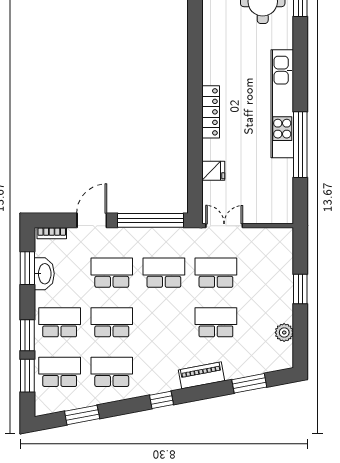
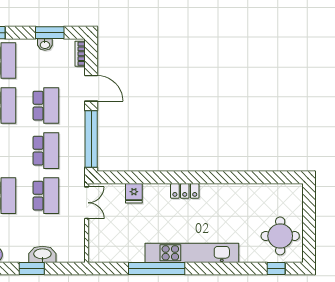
locker: (211, 112) -> (185, 191), width x0.66
washbasin: (44, 274) -> (45, 45), width x0.52, depth x0.69
washbasin: (284, 277) -> (42, 254), added

